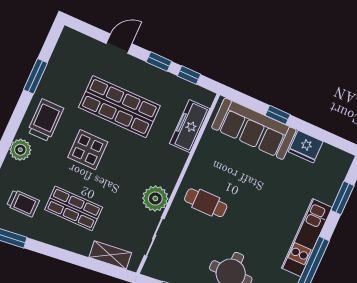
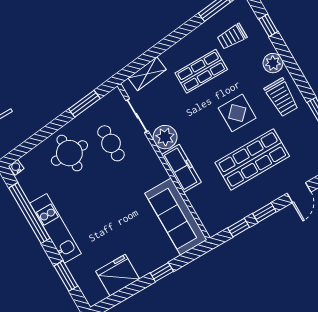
freezer: (190, 126) -> (181, 168), moved
sofa: (254, 129) -> (176, 217), moved, turned -90
fridge: (306, 147) -> (118, 275), width x1.36, depth x1.34
cafe table: (206, 203) -> (111, 143), moved, turned 90

